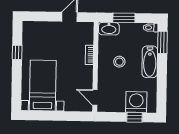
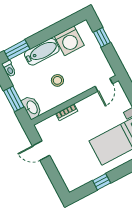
washing machine: (136, 102) -> (69, 41), moved, turned -90

